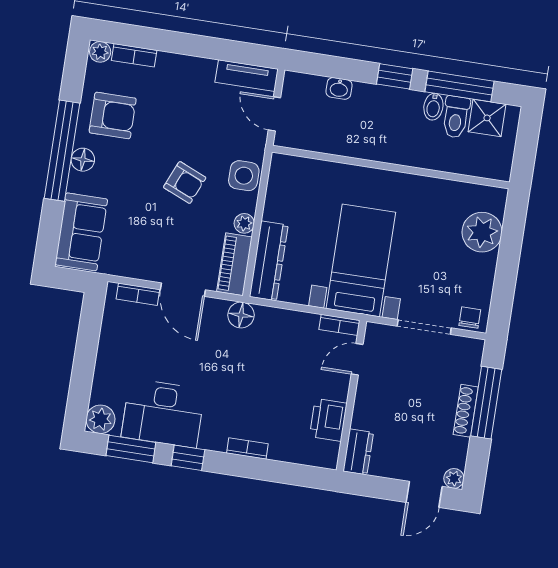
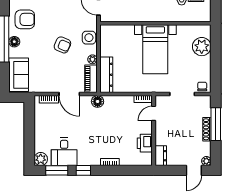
bed with nightstands: (361, 260) -> (155, 49), moved, turned 180
desk: (163, 413) -> (64, 152), width x0.73

